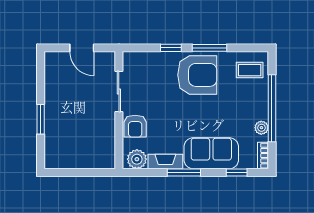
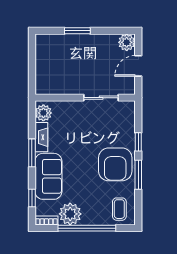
plant: (54, 61) -> (127, 42), added
armchair: (135, 126) -> (72, 111), removed
plant: (261, 128) -> (70, 214), width x1.88, depth x1.88

